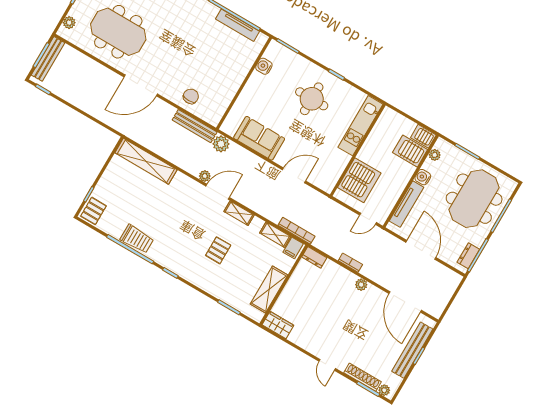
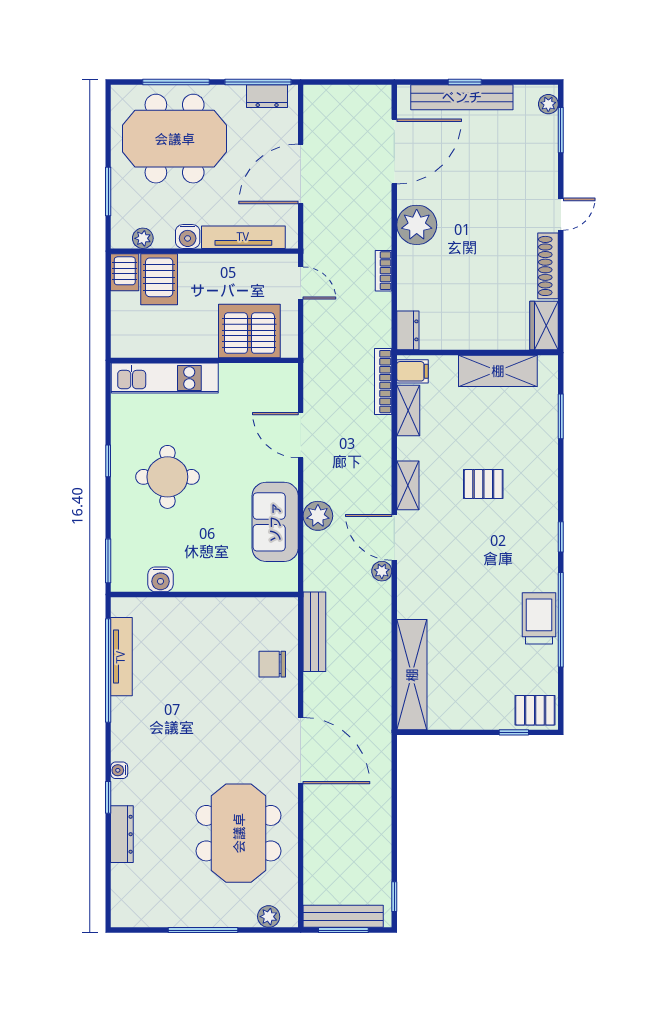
plant: (221, 144) -> (318, 516), moved
plant: (361, 285) -> (417, 225), width x1.87, depth x1.87
shoe rack: (363, 377) -> (548, 266), moved

